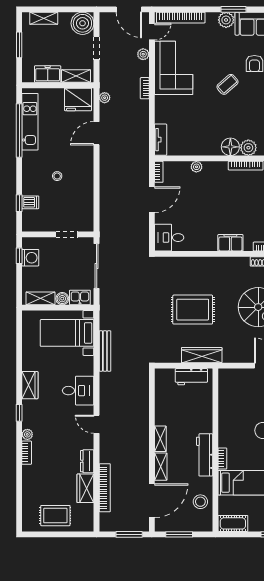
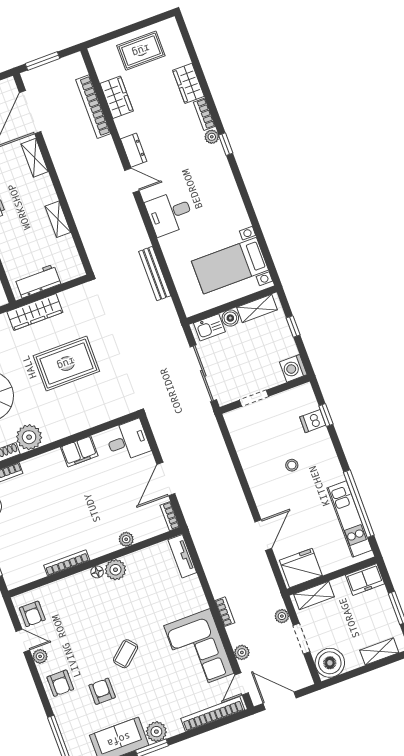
freezer: (48, 74) -> (365, 579), moved
plant: (105, 98) -> (282, 616), moved
floor lamp: (230, 147) -> (97, 572), width x0.53, depth x0.53
plant: (248, 148) -> (115, 570), moved
filing cabinet: (230, 243) -> (79, 451), moved
window: (19, 256) -> (293, 326), moved
washing machine: (30, 258) -> (293, 368), moved
plant: (239, 266) -> (29, 437), added
bed with nightstands: (67, 333) -> (230, 266), moved, turned 180
wardrobe: (30, 385) -> (188, 83), moved
window: (19, 413) -> (226, 144), moved
shelving: (160, 439) -> (58, 219), moved
dresser: (87, 461) -> (134, 150), moved

